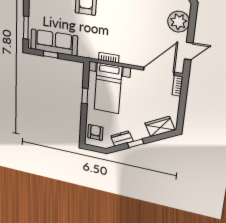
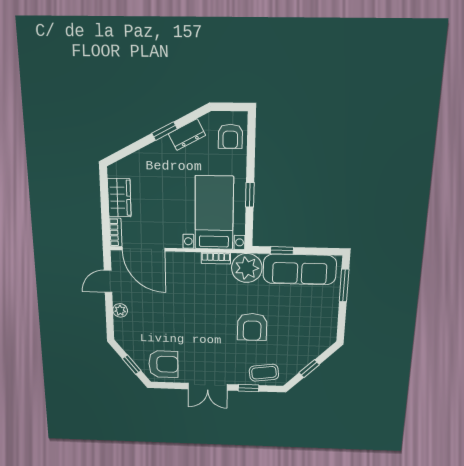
plant: (179, 22) -> (120, 310), width x0.53, depth x0.53
plant: (88, 48) -> (247, 268), added
window: (51, 54) -> (282, 250), moved
door: (159, 71) -> (143, 249), hinge flipped
wardrobe: (160, 127) -> (119, 198), moved, turned -62

